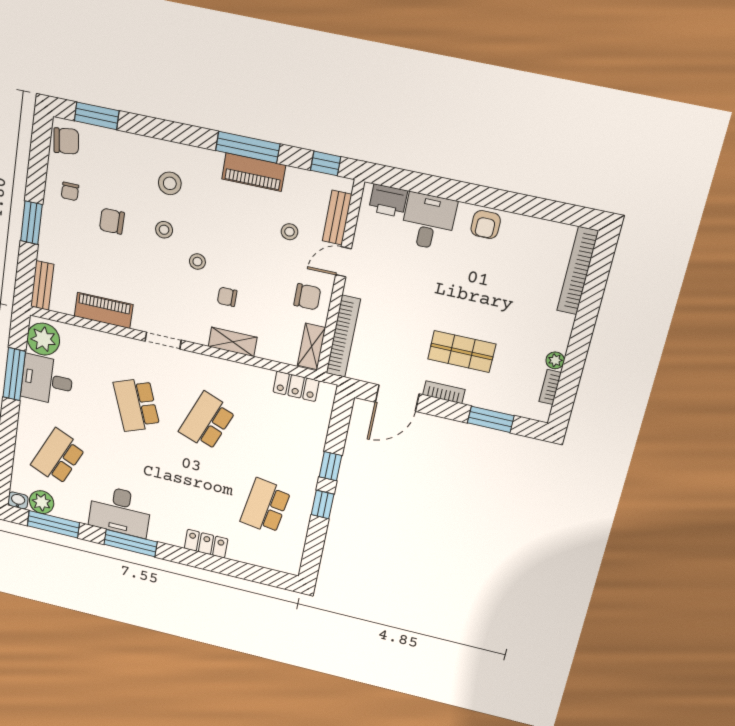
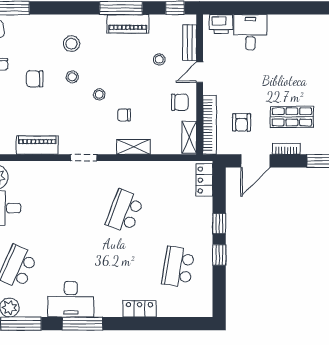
armchair: (486, 225) -> (242, 122), moved
locker: (296, 386) -> (204, 180), moved, turned 90
school desk: (136, 405) -> (71, 211), removed

